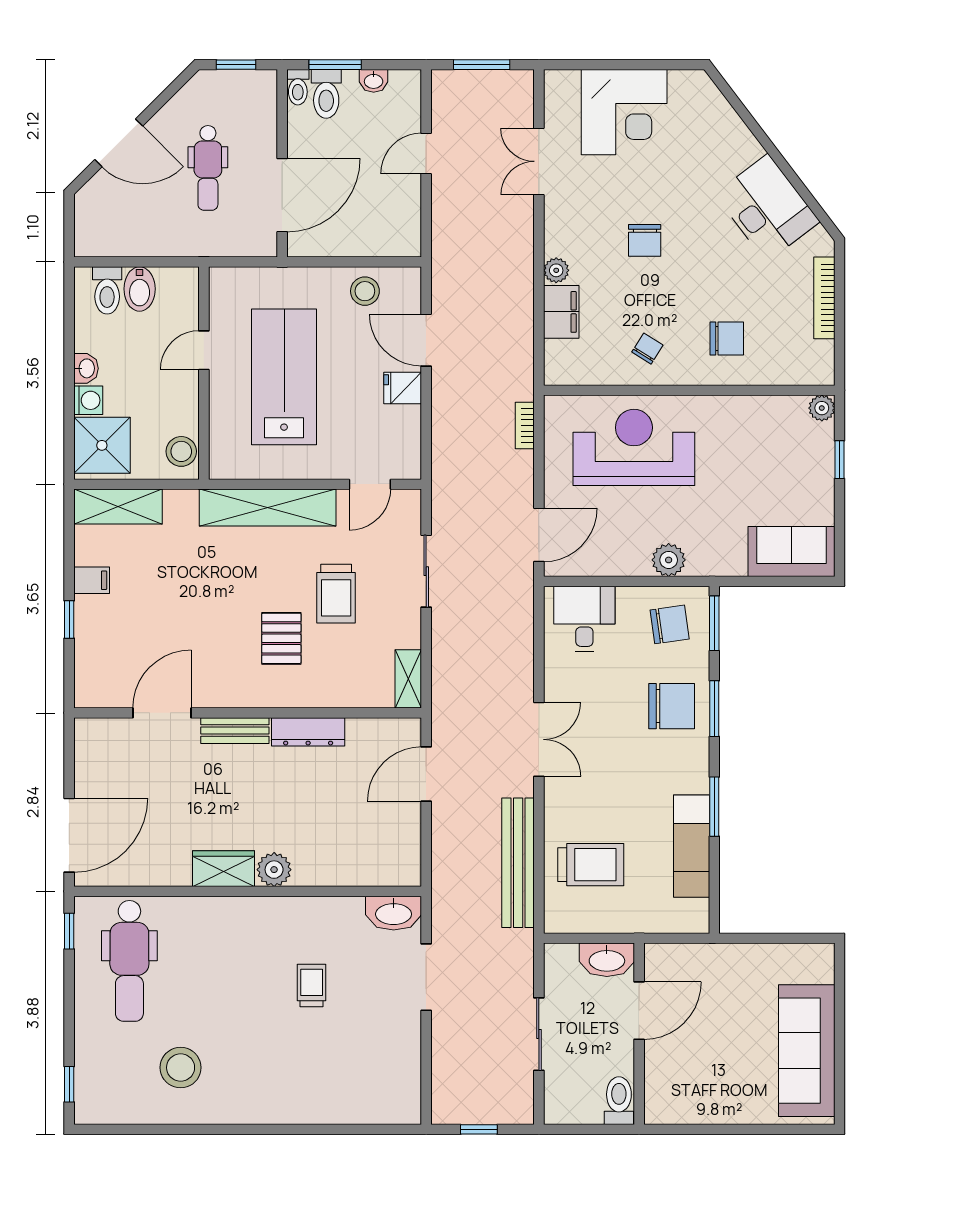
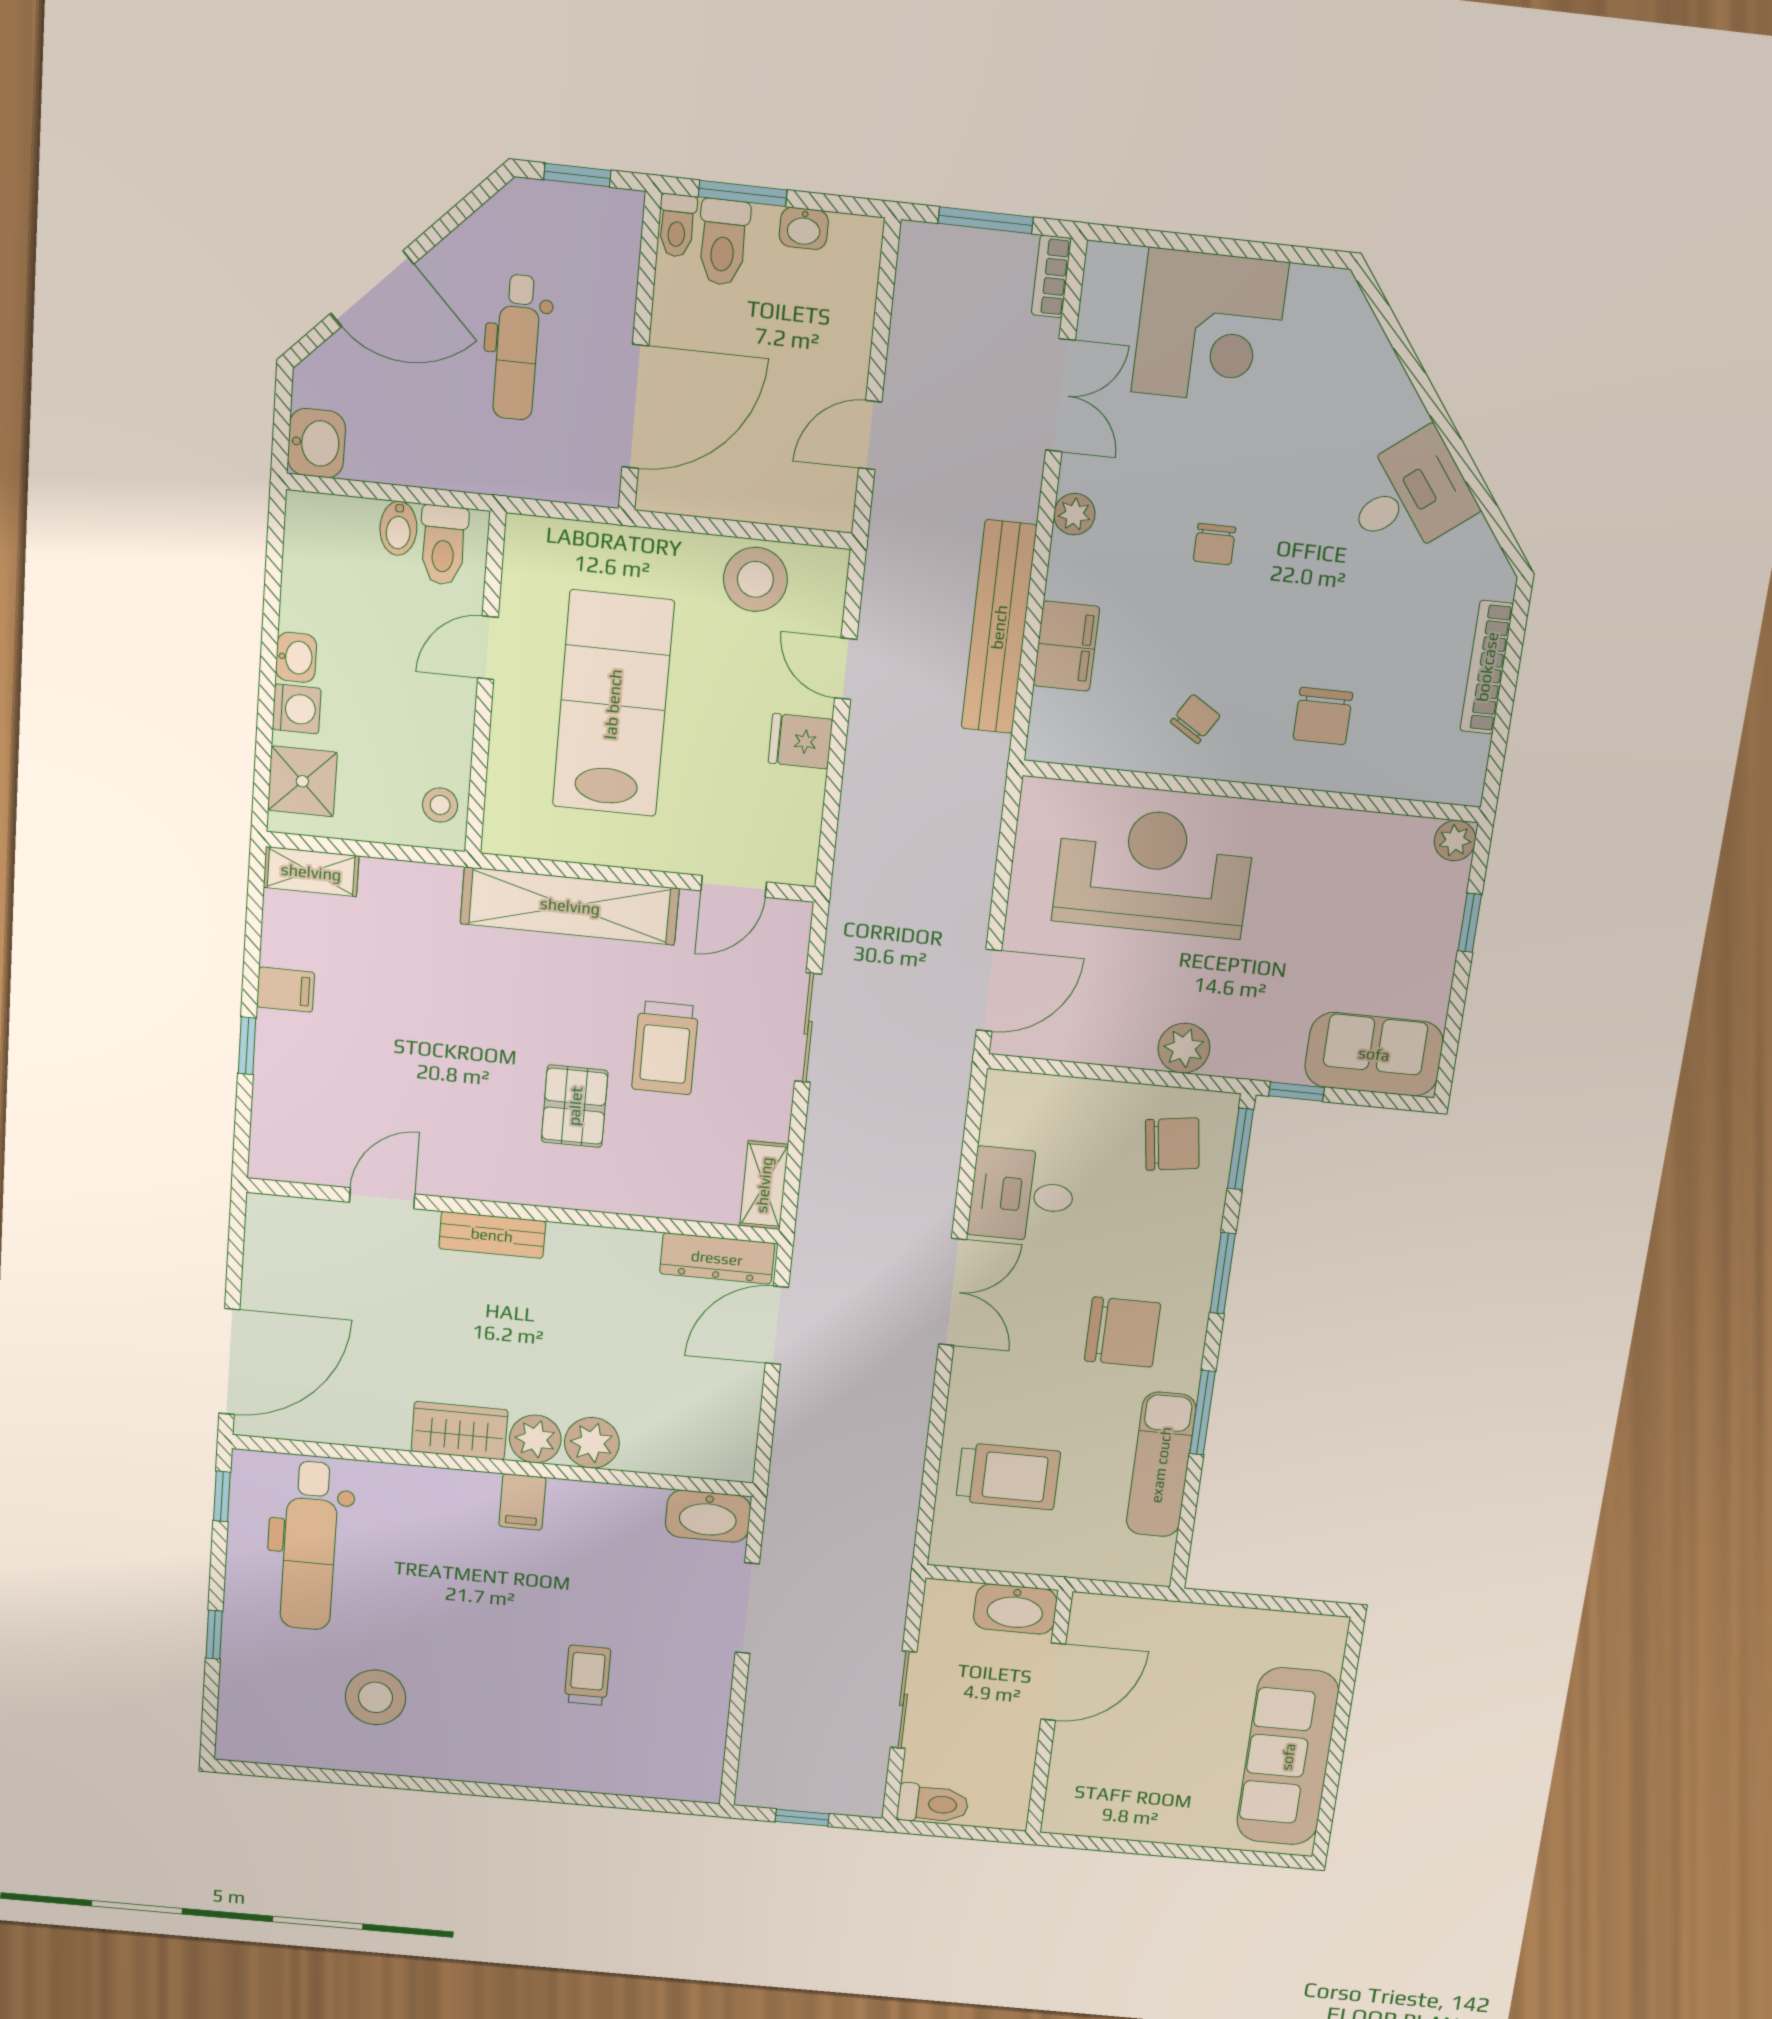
door: (426, 154) -> (870, 435), moved
double door: (539, 161) -> (1060, 395), swing flipped
desk: (767, 208) -> (1409, 496), width x0.73
washbasin: (91, 237) -> (316, 443), added
chair: (645, 240) -> (1214, 544), width x0.73, depth x0.73
plant: (556, 270) -> (1074, 514), moved
bidet: (140, 289) -> (398, 528), width x0.72, depth x0.74
toilet: (107, 290) -> (443, 545), moved
stool: (365, 291) -> (755, 579), width x1.38, depth x1.38
chair: (727, 339) -> (1323, 716), turned 90
door: (426, 340) -> (846, 669), width x0.73
bookcase: (525, 426) -> (1051, 276), moved
shower: (102, 445) -> (302, 781), width x0.73, depth x0.73
stool: (181, 451) -> (440, 805), width x0.73, depth x0.73
shelving: (118, 507) -> (311, 872), width x0.67, depth x0.75
window: (745, 581) -> (1297, 1092), added
desk: (584, 619) -> (1022, 1195), moved, turned -90
chair: (672, 706) -> (1122, 1332), moved
door: (162, 713) -> (382, 1198), width x0.73
dresser: (308, 732) -> (717, 1258), moved
bench: (518, 863) -> (999, 627), moved
plant: (312, 869) -> (592, 1443), added
filing cabinet: (269, 915) -> (522, 1502), added
trolley: (312, 985) -> (587, 1675), moved
window: (69, 1084) -> (214, 1635), moved
toilet: (619, 1101) -> (933, 1804), moved, turned 90

